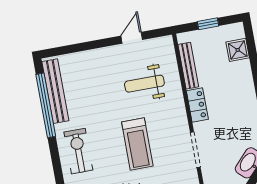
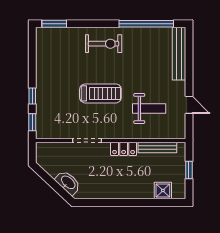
weight bench: (144, 84) -> (149, 108), turned 90
bench: (55, 91) -> (179, 54), moved, turned 90
treadmill: (137, 144) -> (100, 93), turned 180

